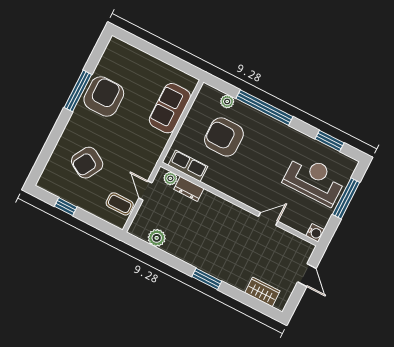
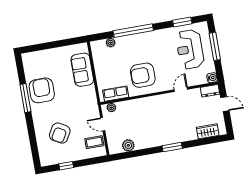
armchair: (224, 137) -> (143, 75), moved
reception desk: (314, 180) -> (190, 49), turned -90
dresser: (189, 189) -> (210, 91), moved

